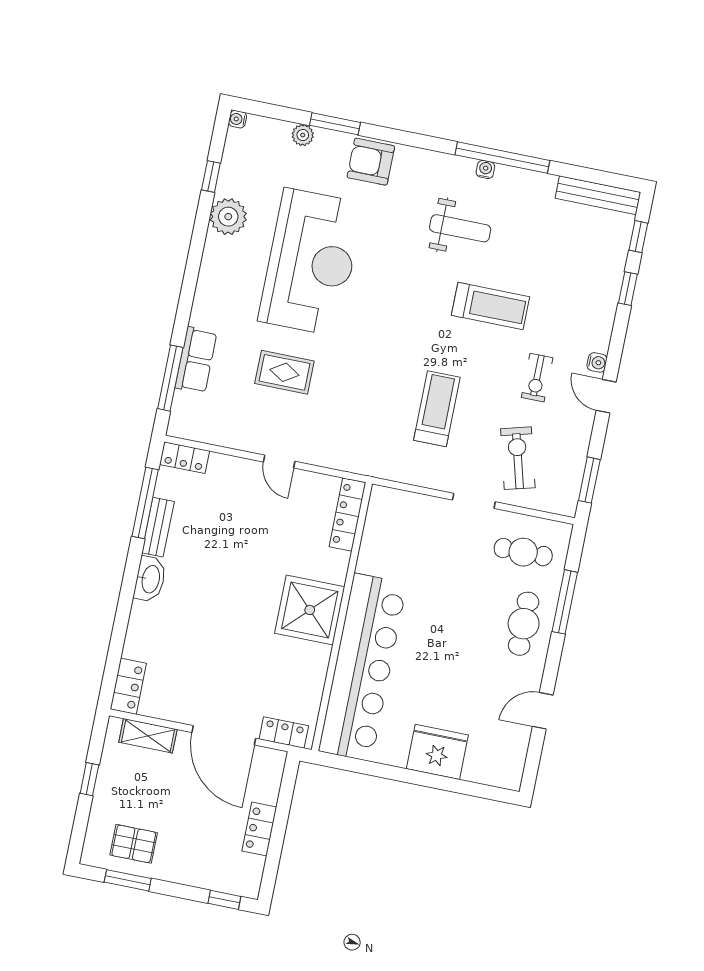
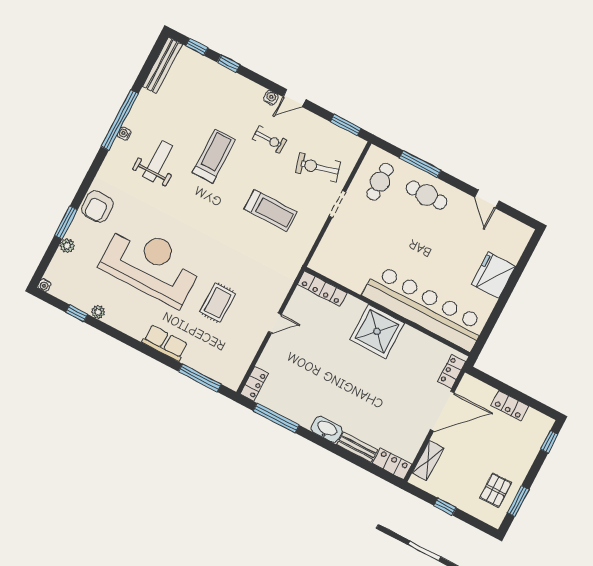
plant: (228, 217) -> (98, 312), width x0.53, depth x0.53
row of seats: (196, 360) -> (165, 343), moved
treadmill: (437, 409) -> (270, 210), turned 180
bench: (158, 527) -> (357, 447), moved

